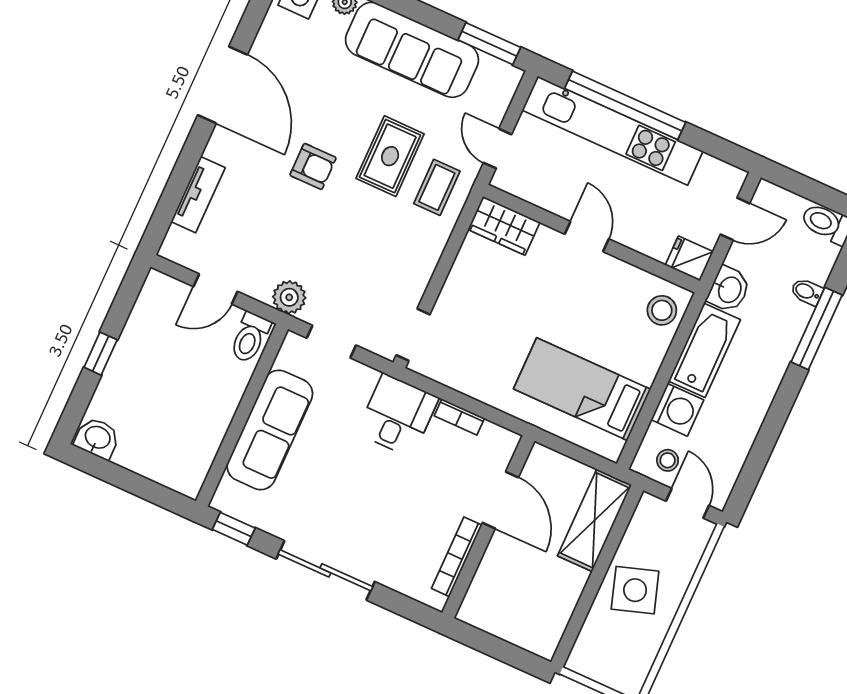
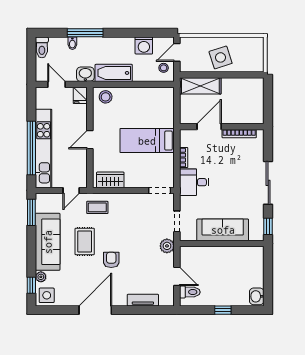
rug: (390, 156) -> (85, 241), moved, turned 90
wardrobe: (504, 226) -> (110, 180), moved, turned -90
toilet: (250, 338) -> (190, 292), moved
bed: (582, 389) -> (147, 141), moved, turned 90
washing machine: (677, 410) -> (144, 45), moved, turned 180

